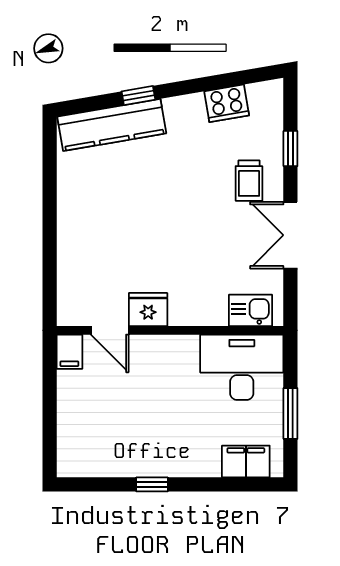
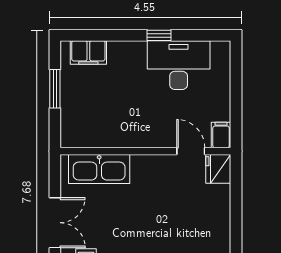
fridge: (148, 310) -> (218, 169), moved, turned 90
kitchen sink: (251, 310) -> (99, 169), width x1.88, depth x1.24
desk: (242, 367) -> (179, 65), moved, turned 180

